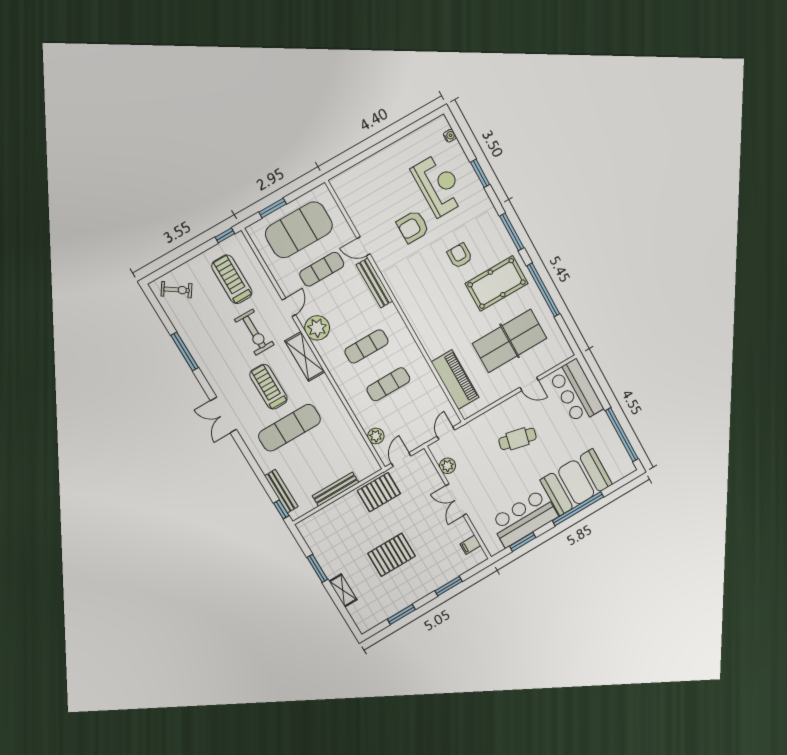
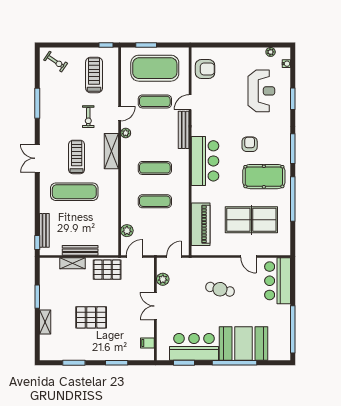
plant: (424, 132) -> (271, 52), added
armchair: (413, 227) -> (205, 69), moved, turned 180
door: (363, 246) -> (190, 102), hinge flipped
bar counter: (419, 305) -> (205, 161), added
plant: (317, 328) -> (126, 133), width x0.53, depth x0.53
exercise bike: (254, 332) -> (88, 117), width x0.73, depth x0.72
shelving: (335, 509) -> (72, 263), added

